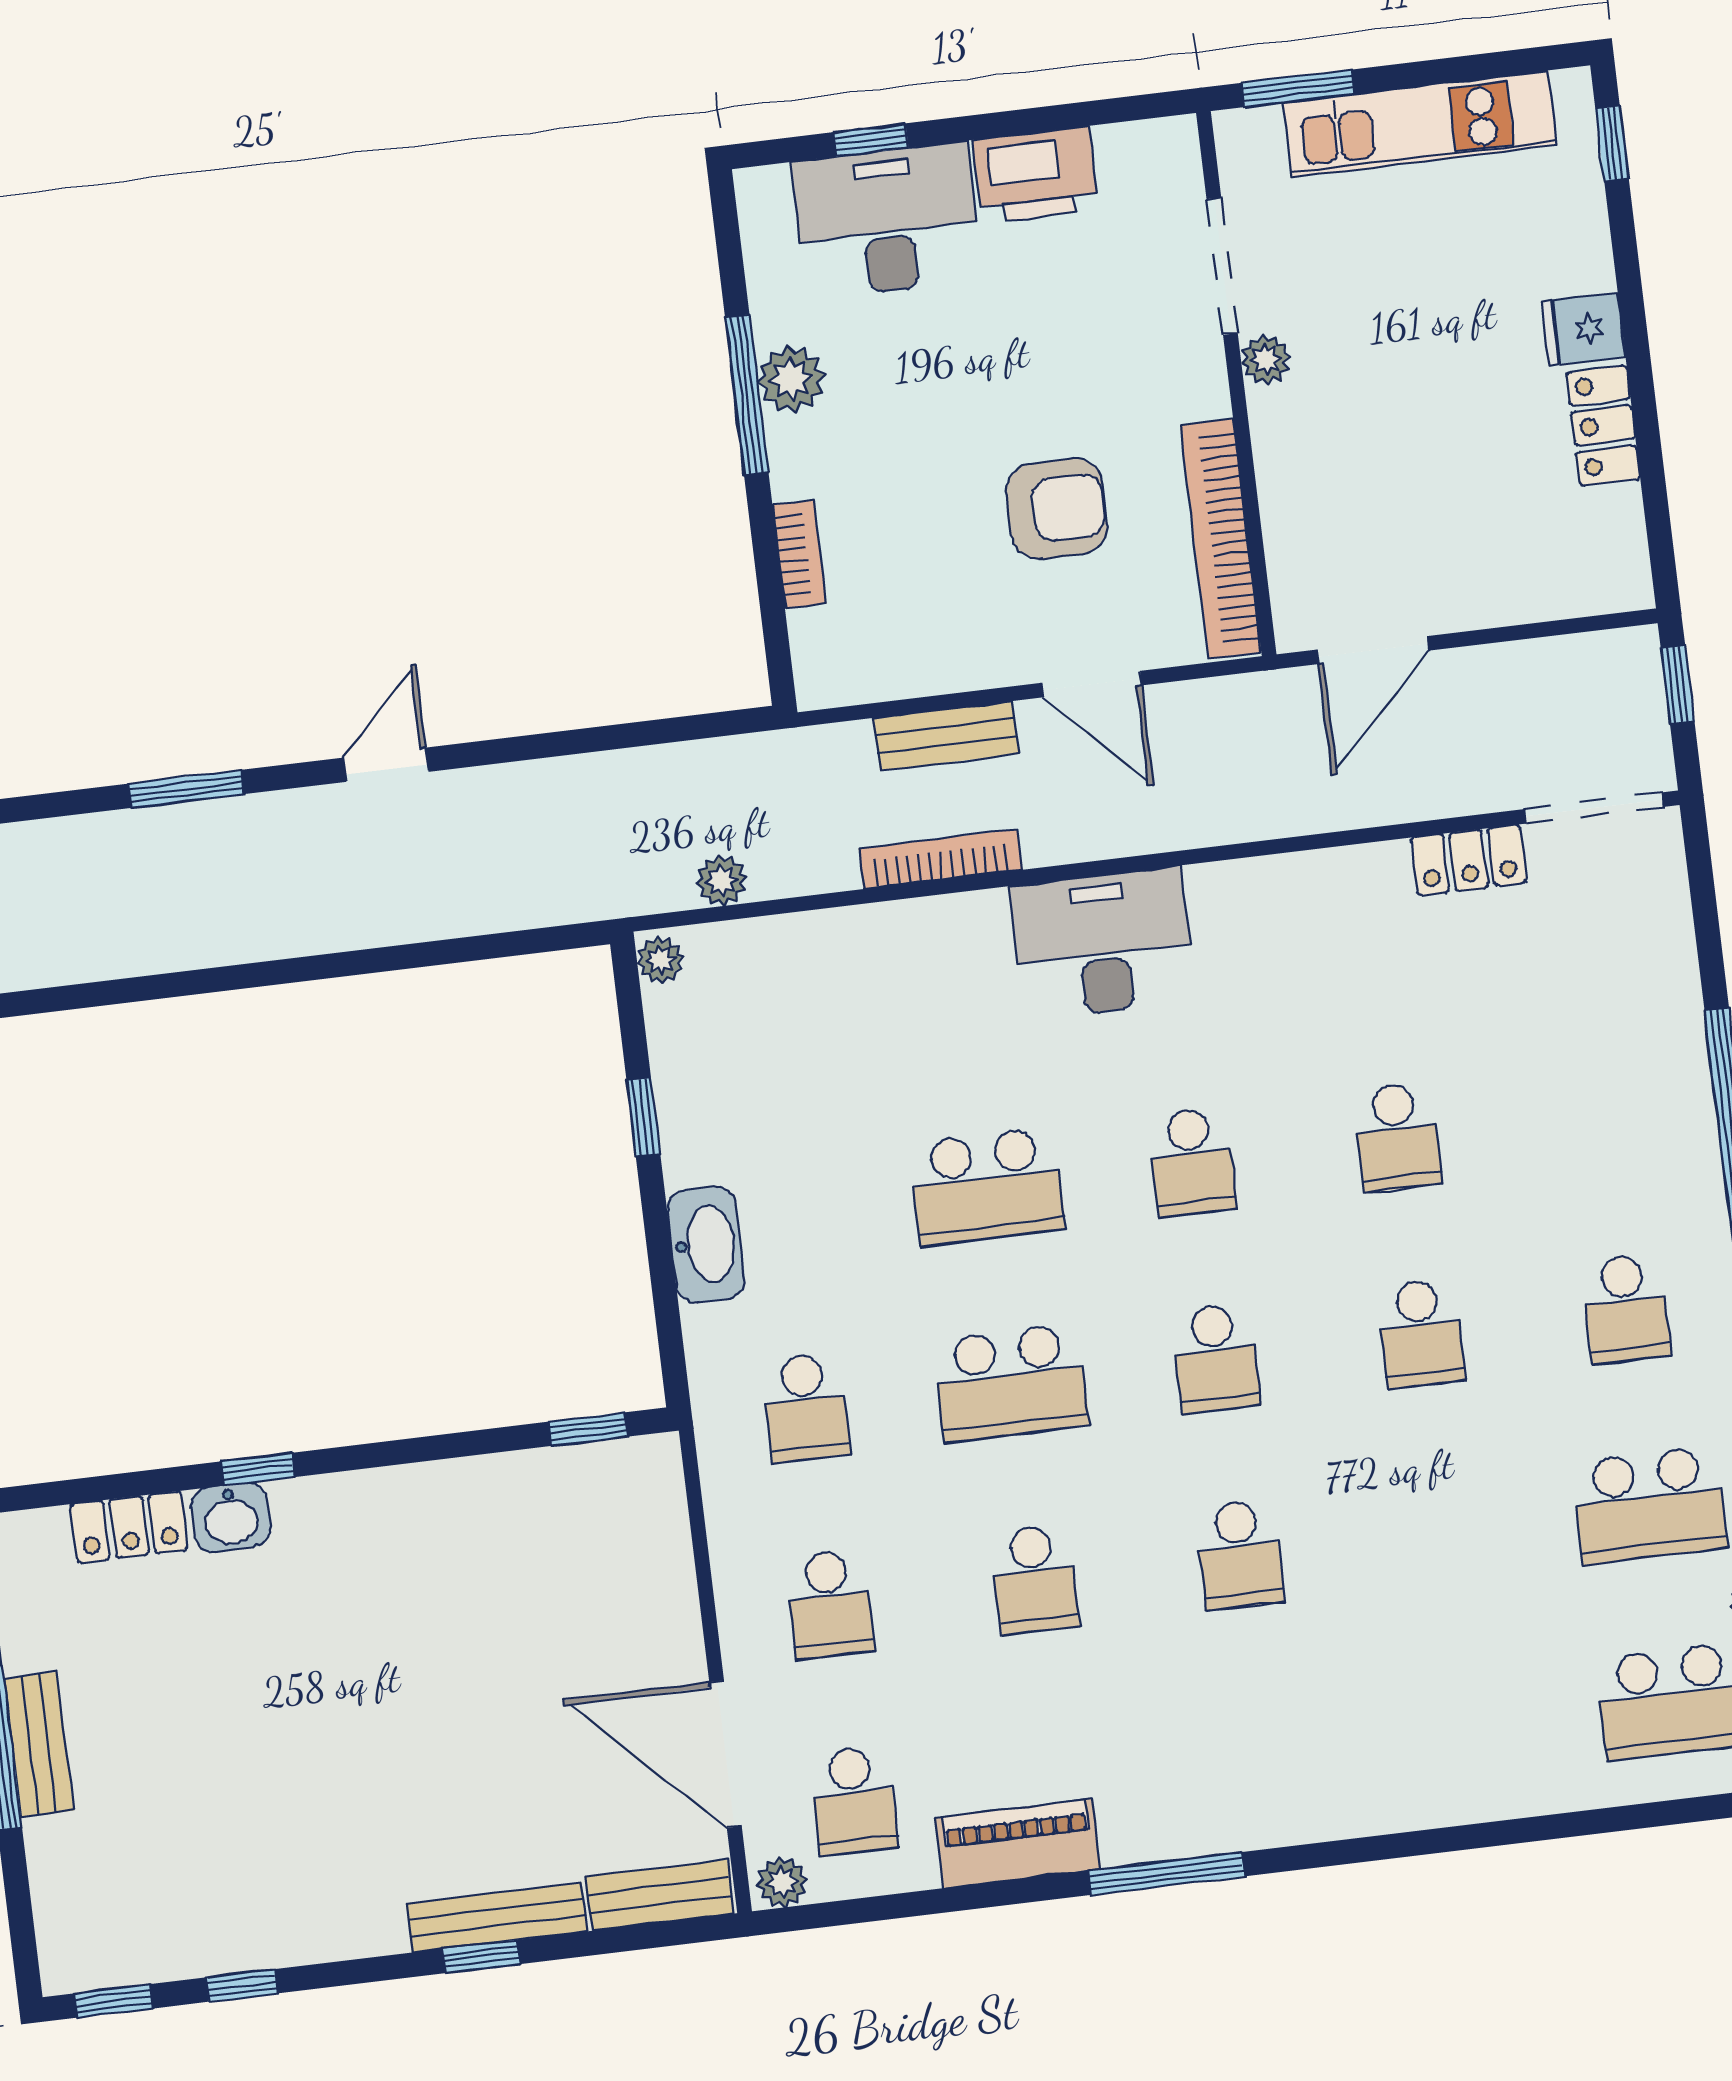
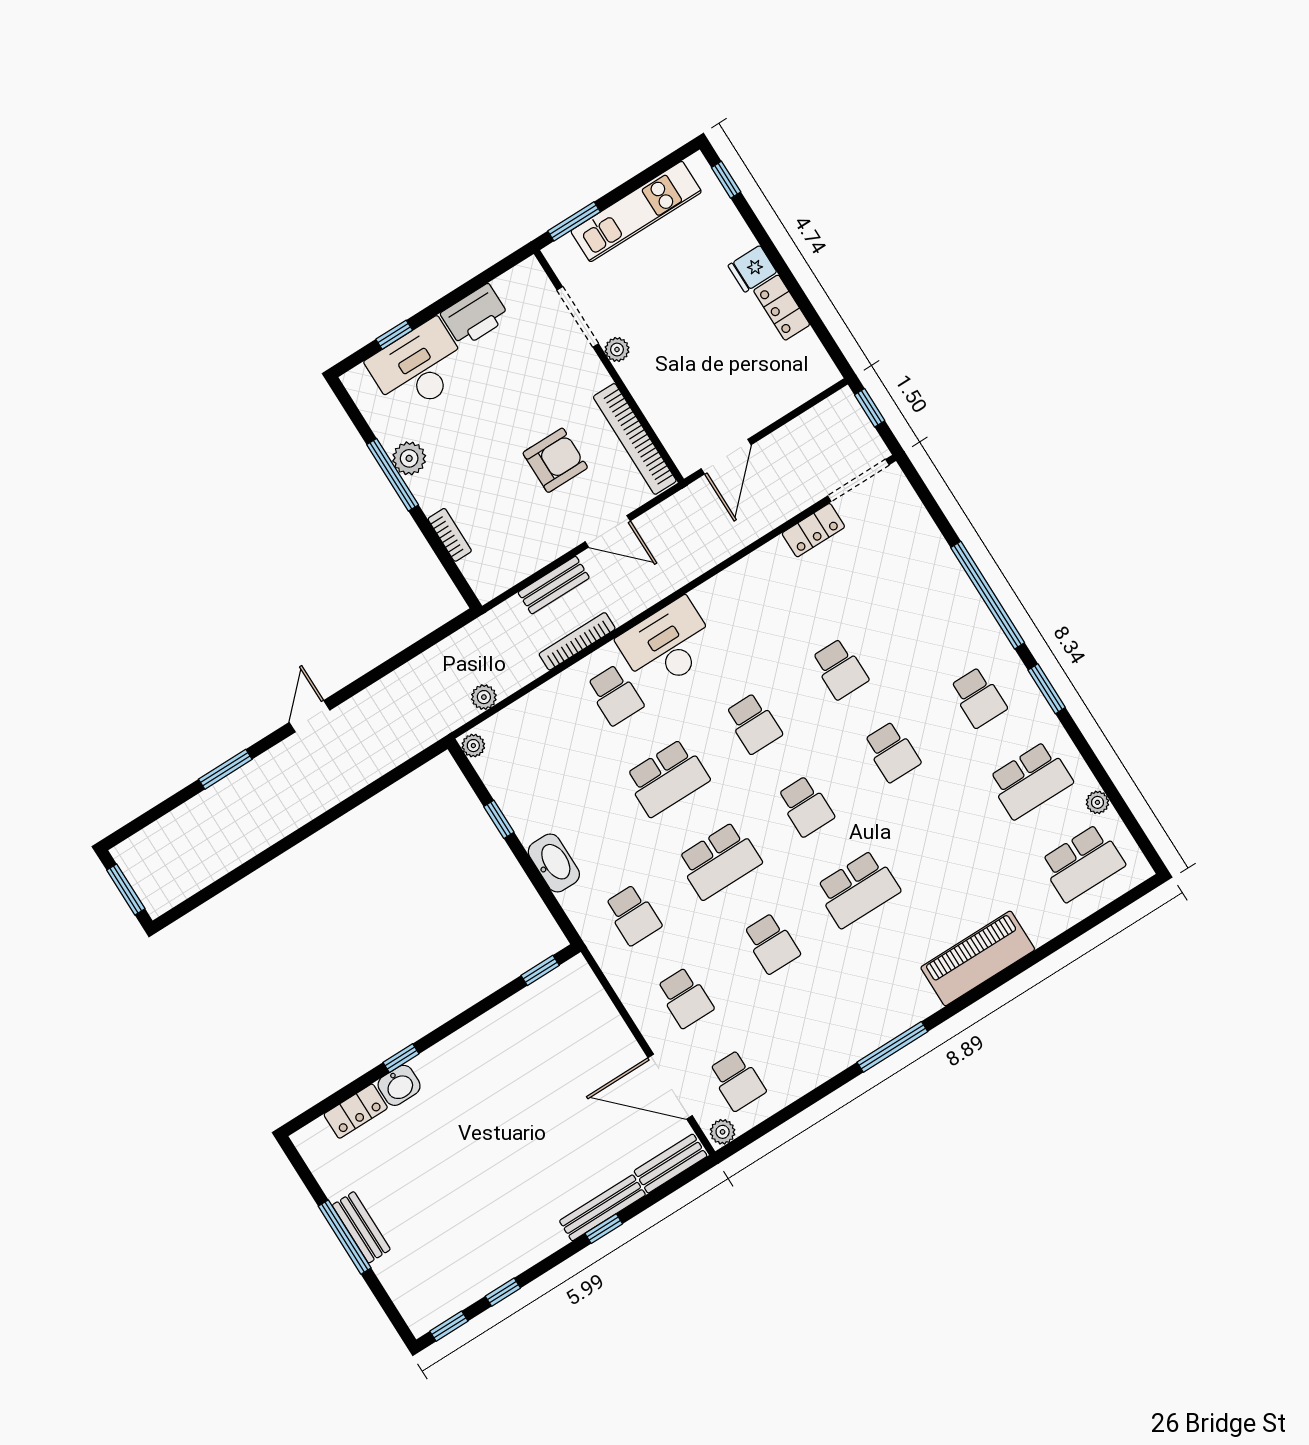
school desk: (963, 990) -> (615, 695), added
school desk: (1240, 1555) -> (858, 889), width x1.85
piano: (1018, 1843) -> (978, 958), moved, width x1.37, depth x1.33

